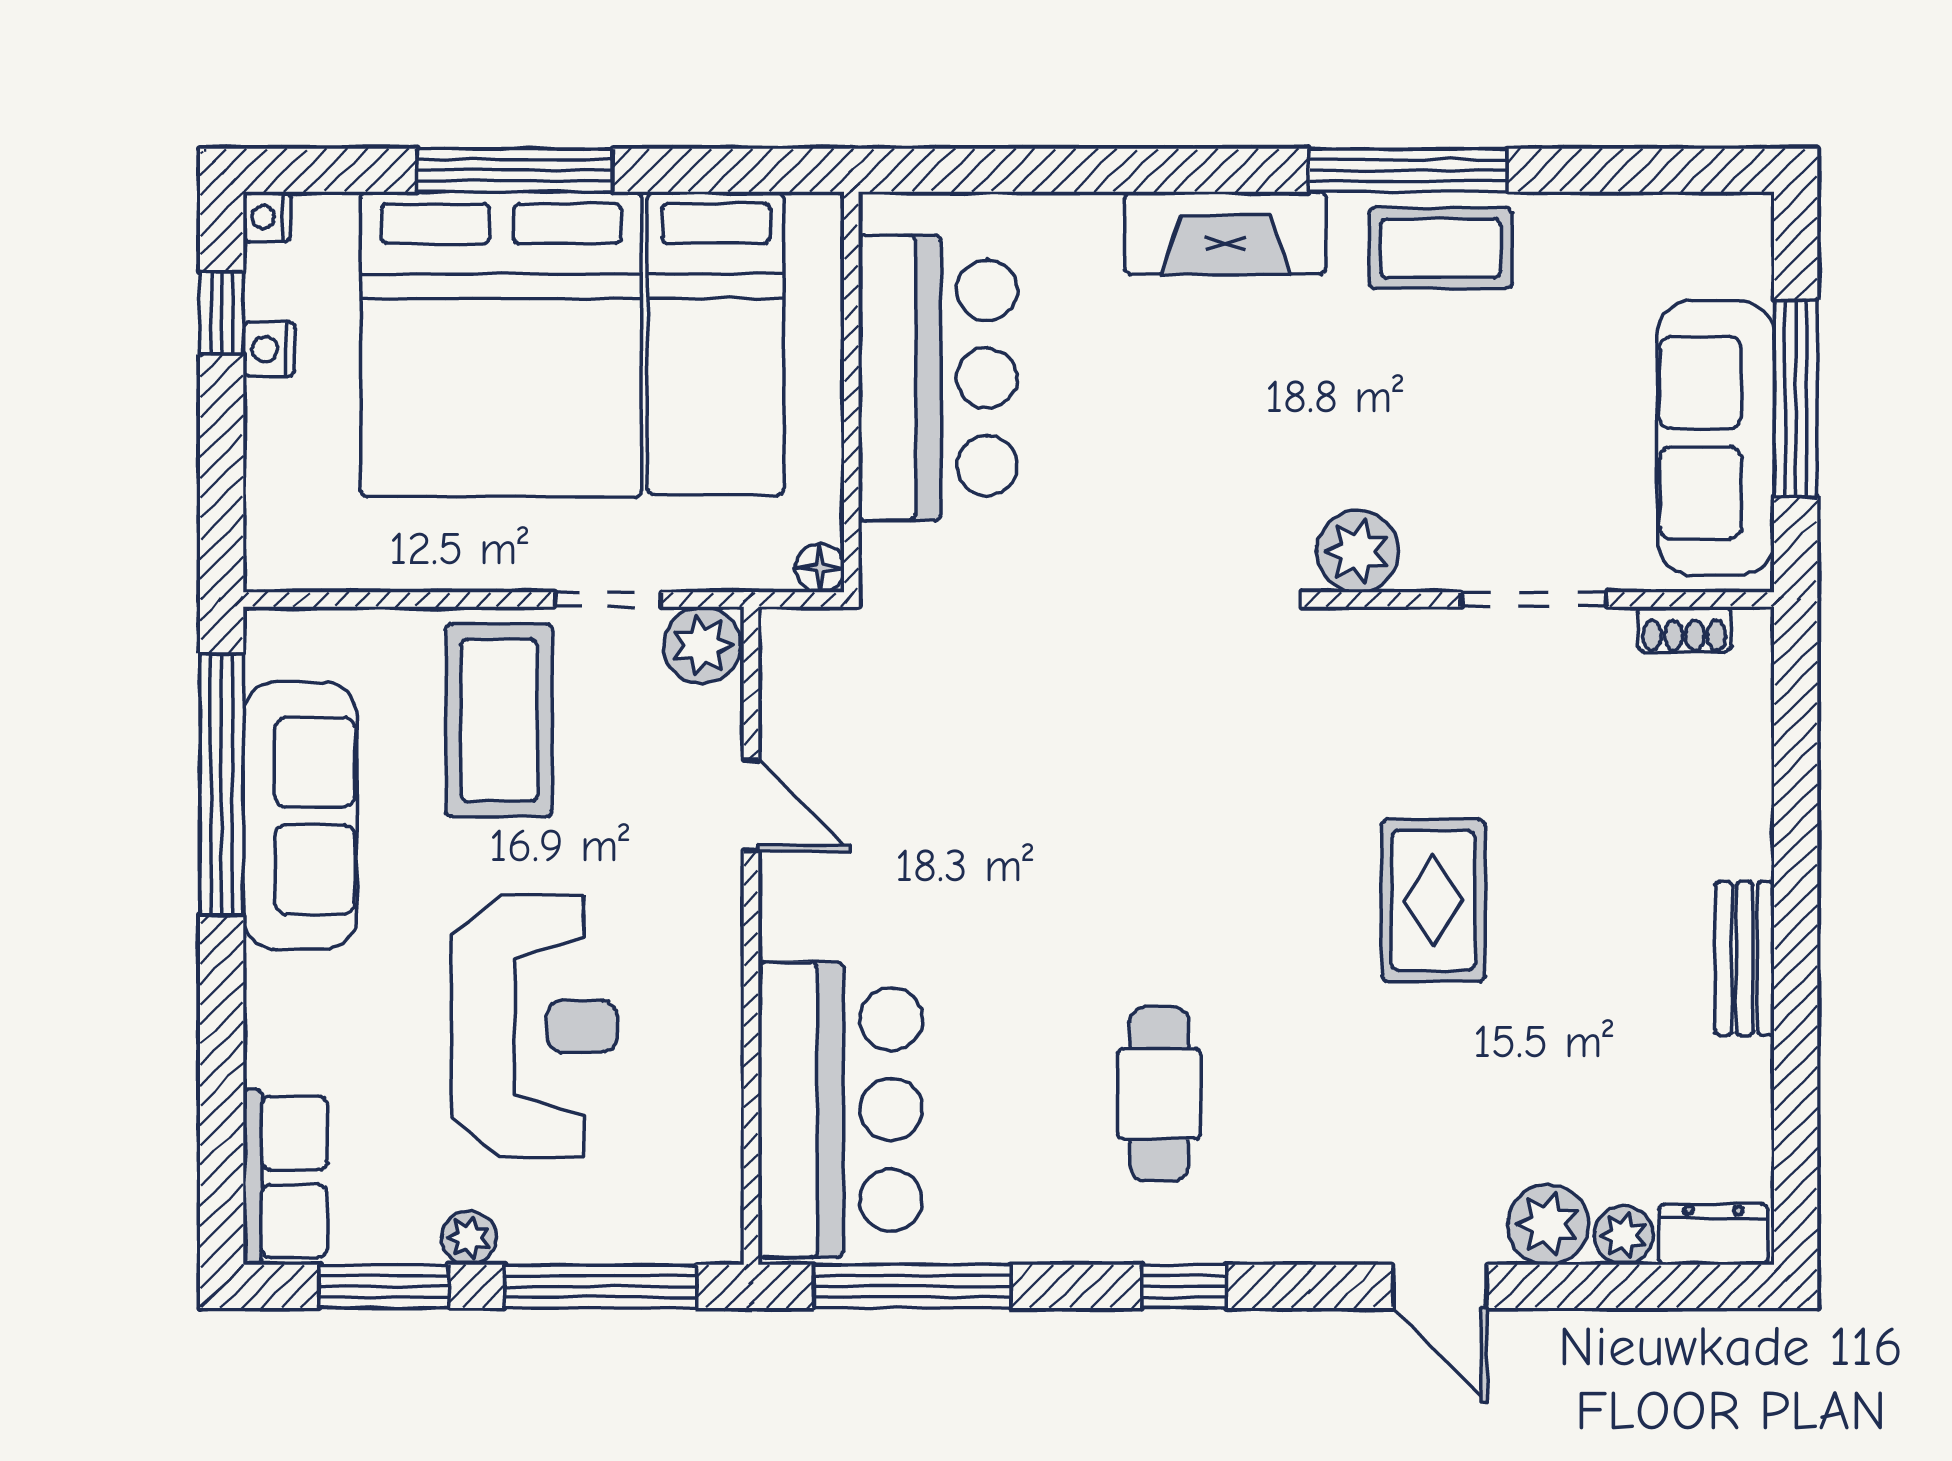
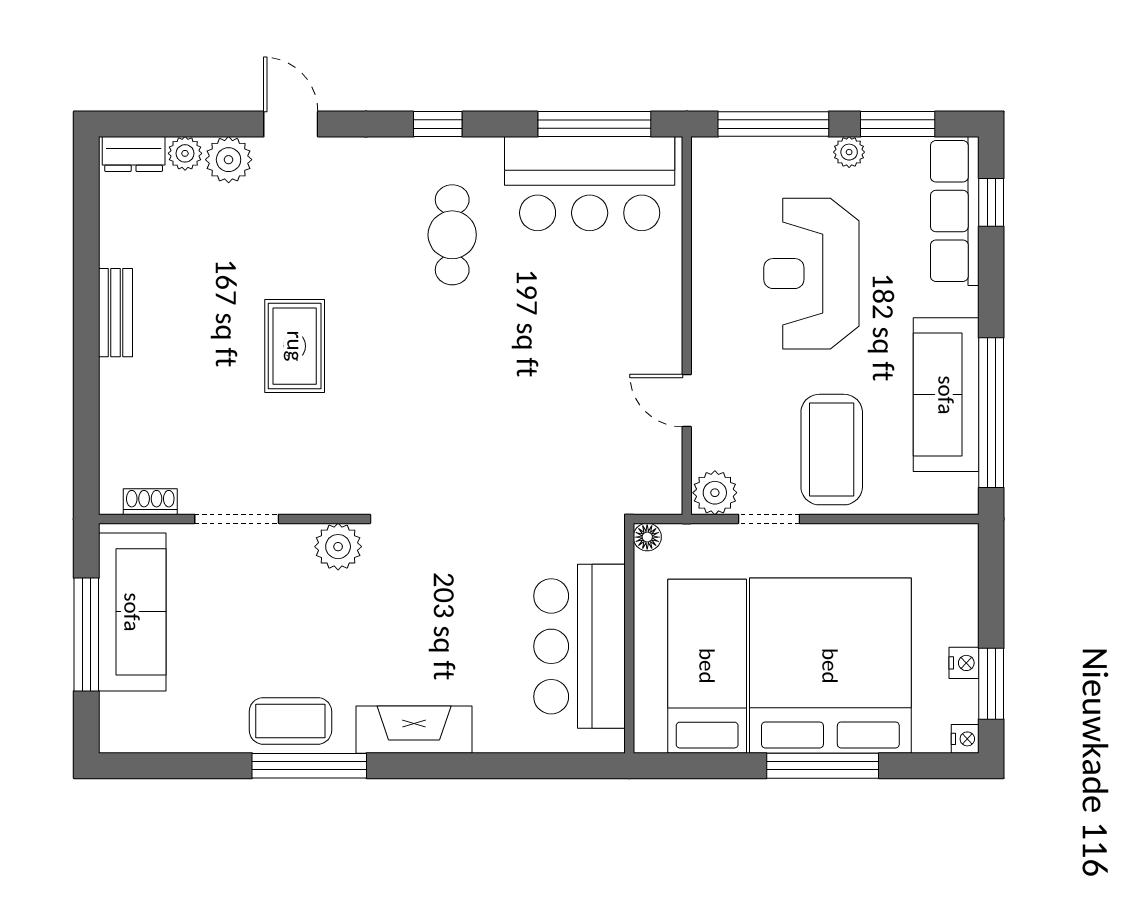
window: (222, 313) -> (991, 684), width x1.50
bar counter: (840, 1110) -> (590, 184), moved, turned -90
window: (222, 1150) -> (991, 202), added
row of seats: (285, 1177) -> (955, 211), width x1.48

